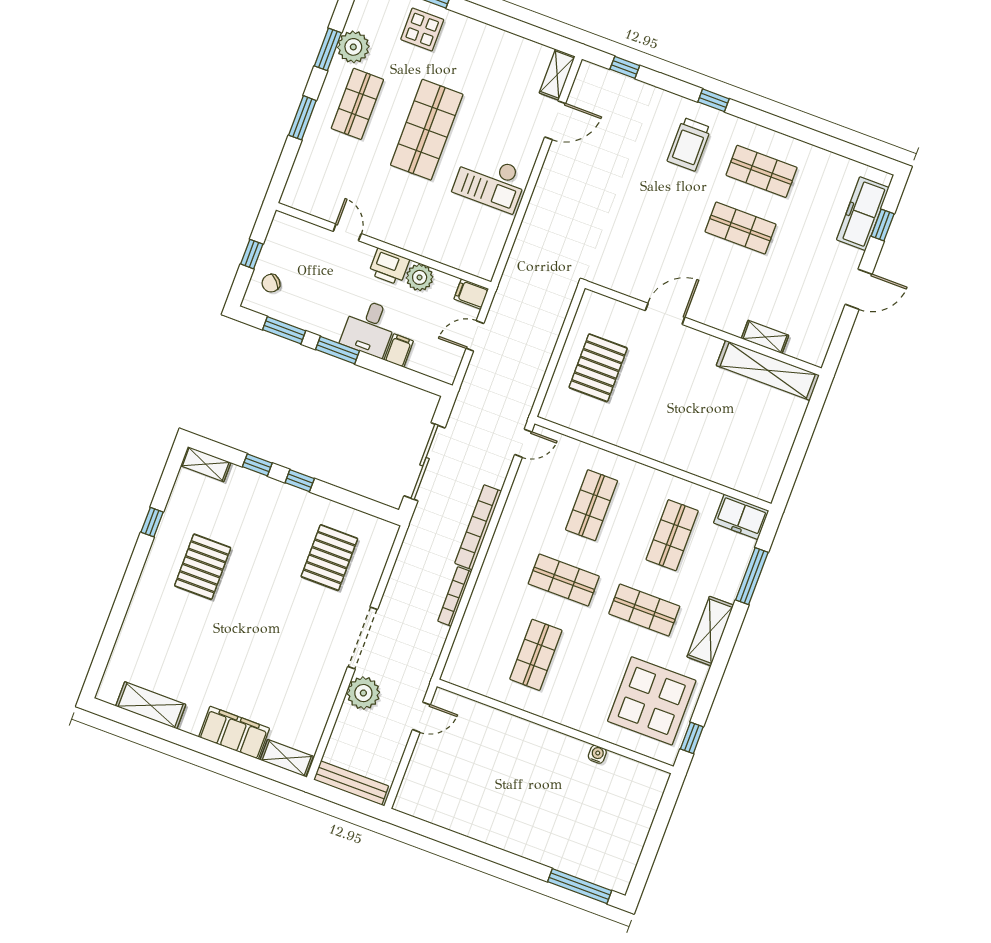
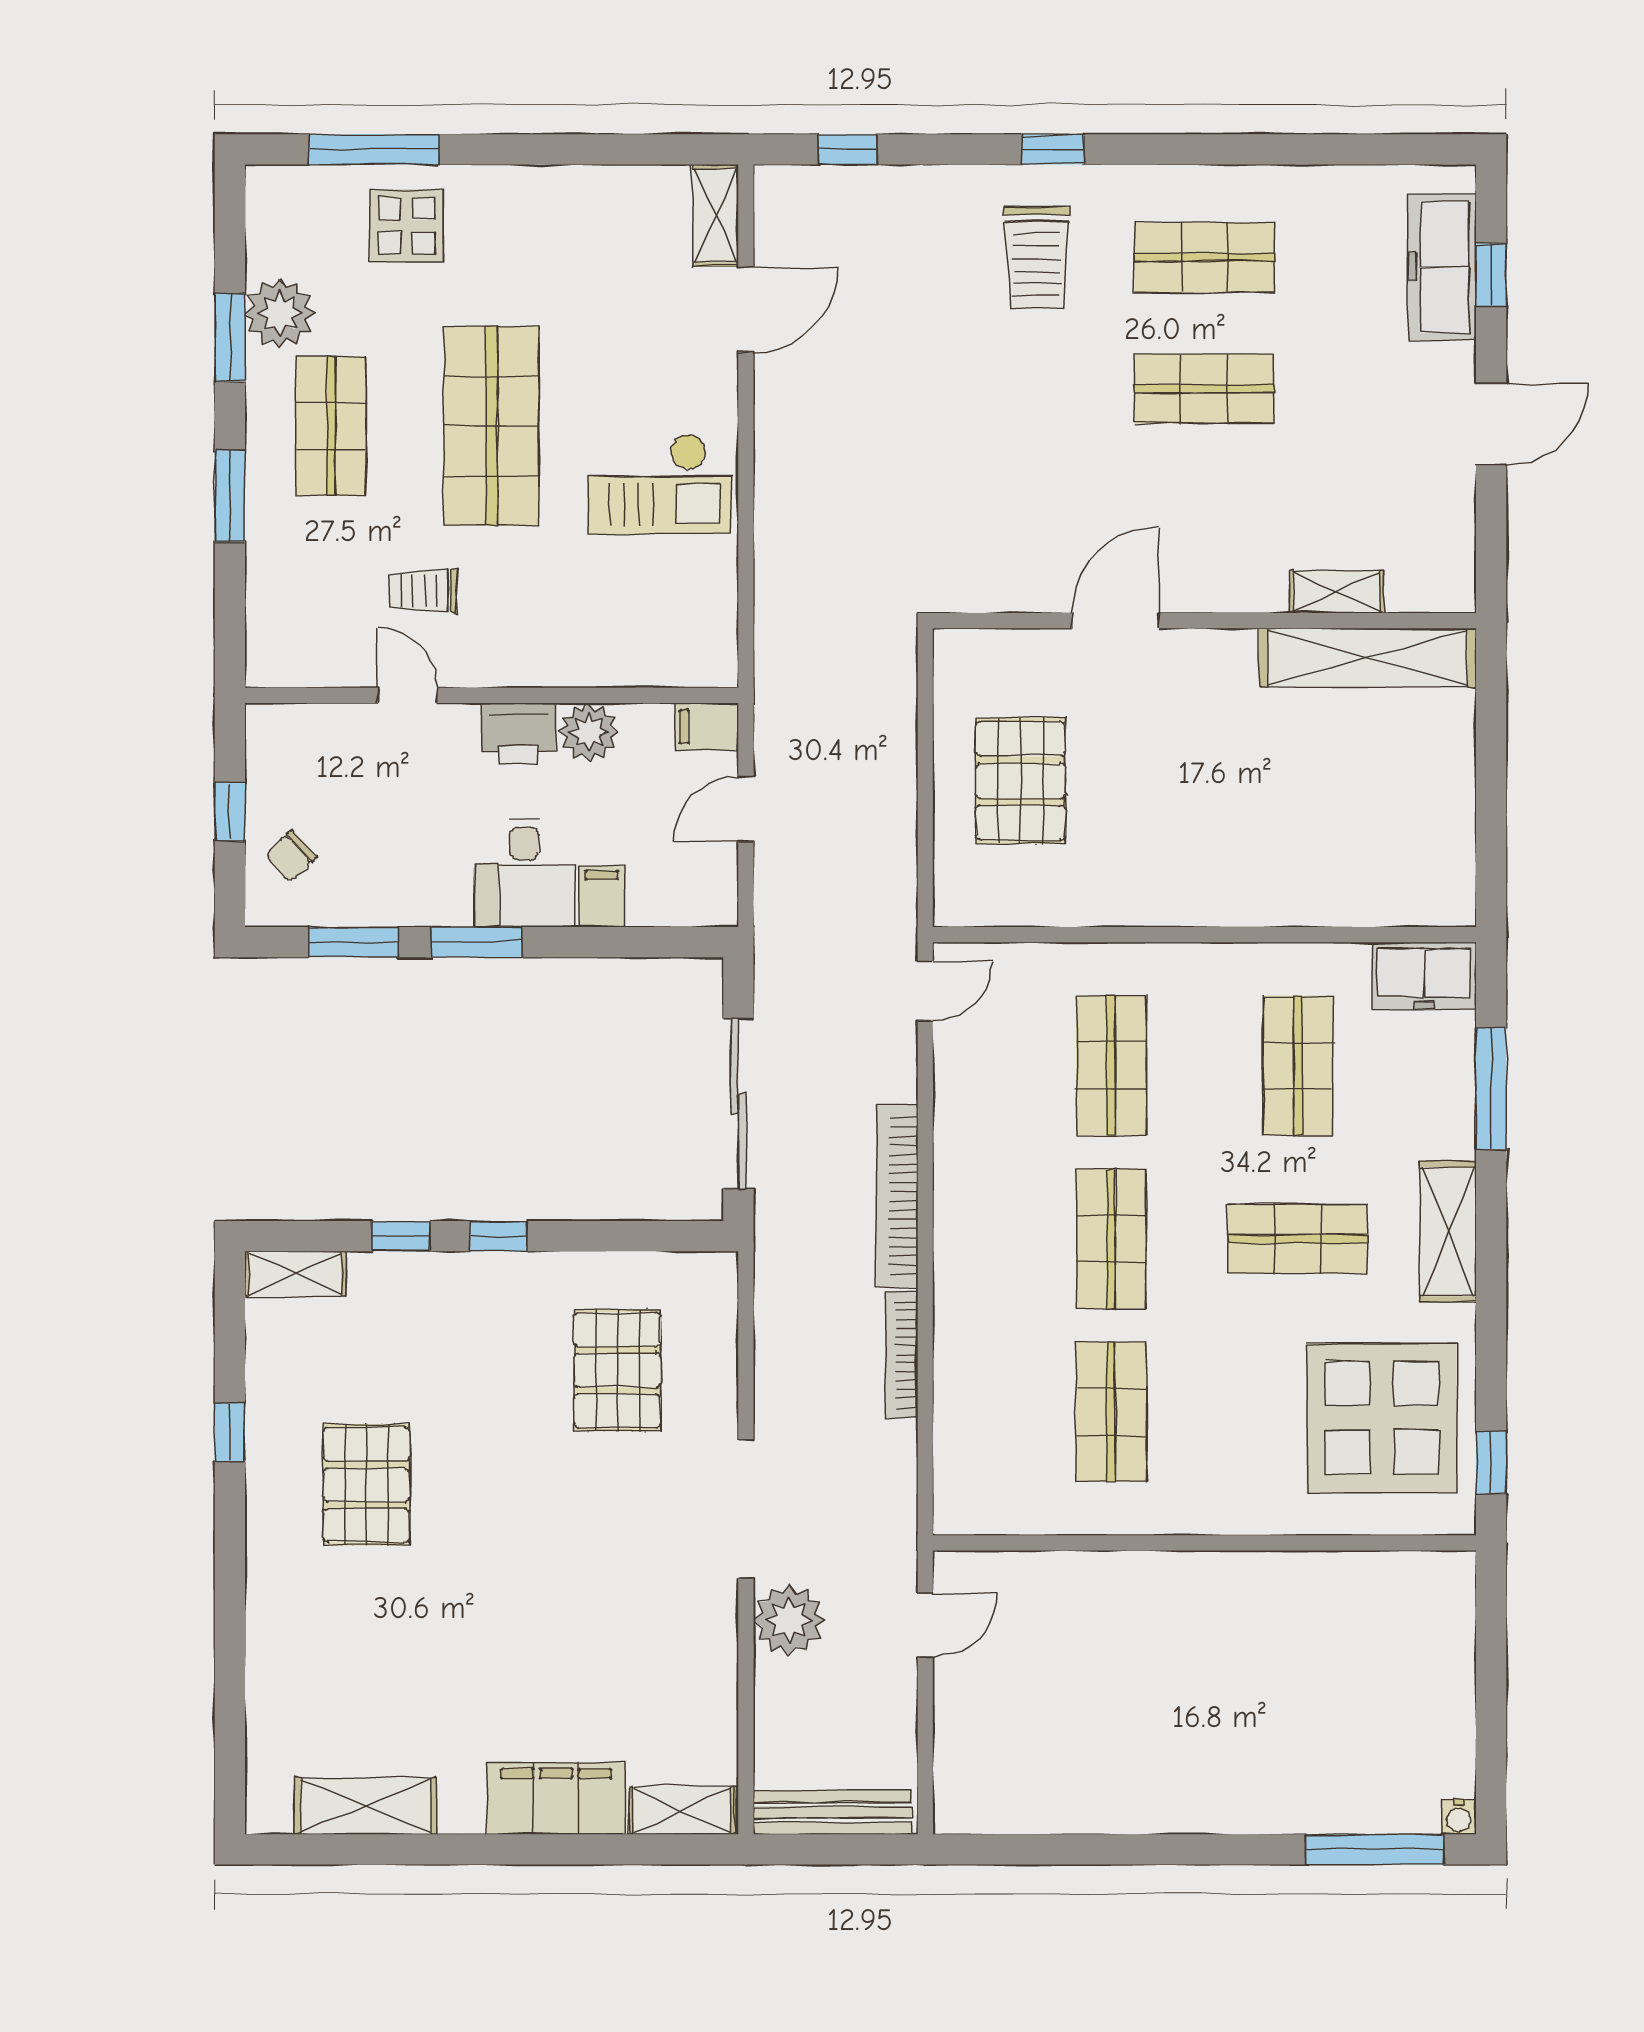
trolley: (371, 190) -> (423, 591), added
shop shelf: (564, 580) -> (1111, 1239), turned 90
water cooler: (597, 754) -> (1459, 1817), moved, turned 180

